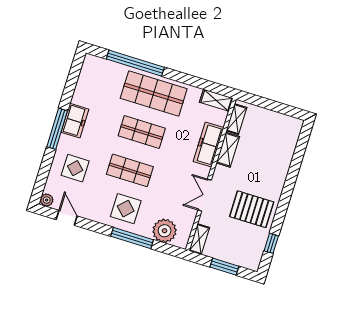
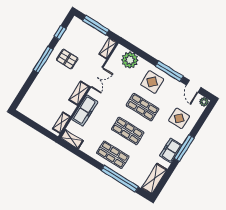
shelving: (87, 75) -> (154, 179), added
shop shelf: (154, 94) -> (113, 155), width x0.70, depth x0.74
shelving: (228, 150) -> (79, 93), moved
window: (285, 200) -> (43, 60), added
pallet: (252, 209) -> (67, 59), width x0.67, depth x0.71
window: (132, 238) -> (169, 71), moved
window: (224, 267) -> (96, 25), width x1.44

